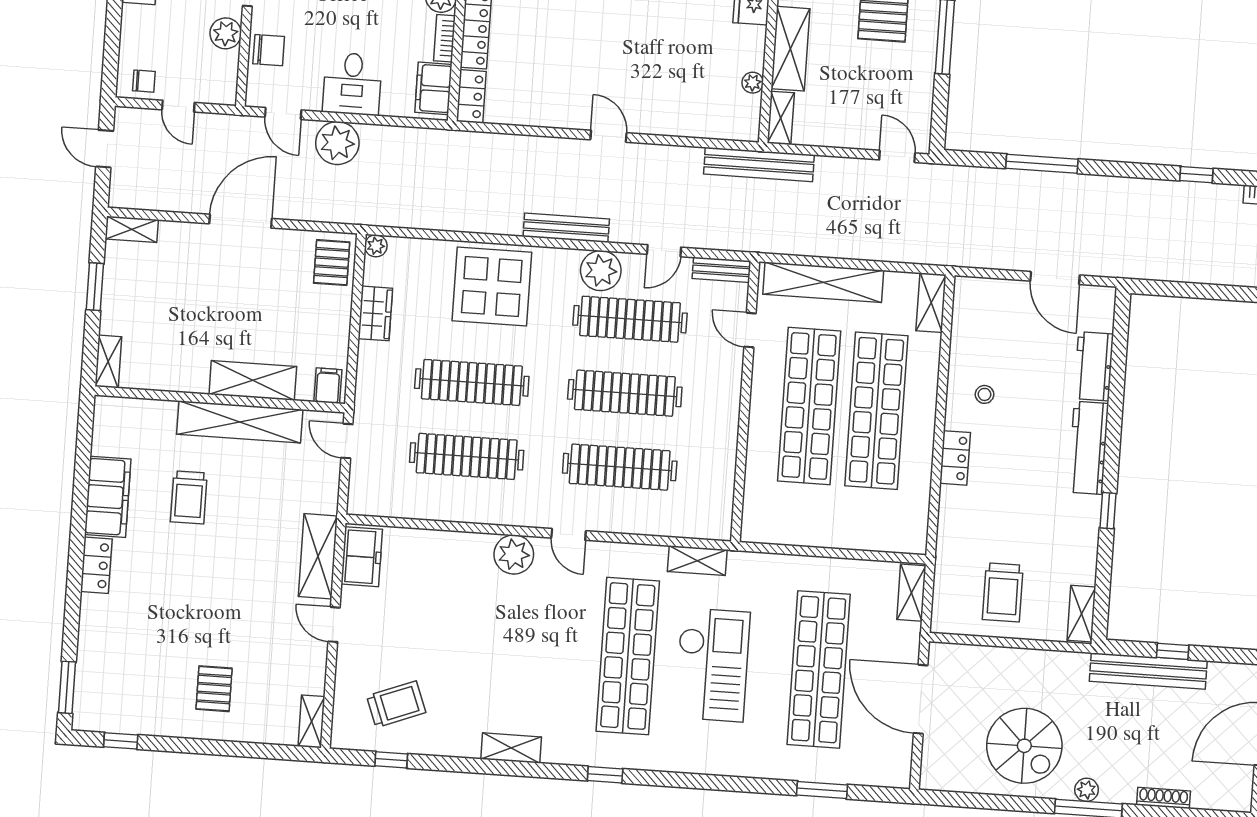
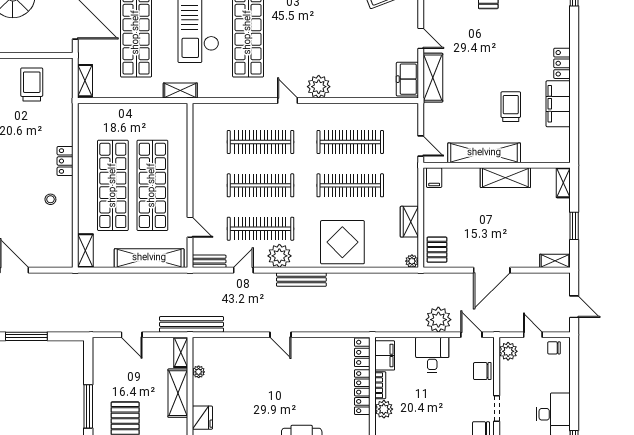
plant: (226, 33) -> (508, 351), moved
door: (897, 156) -> (132, 335), moved
shelving: (253, 380) -> (505, 178), moved
shelving: (697, 561) -> (180, 91), moved

